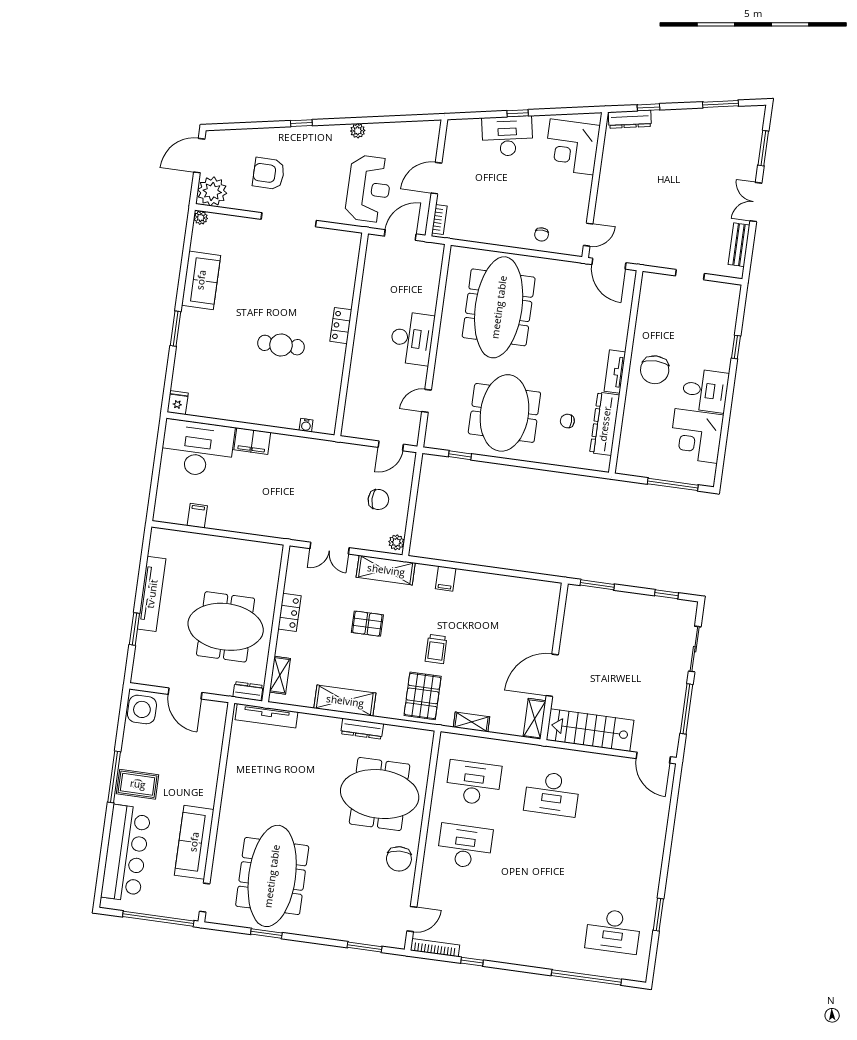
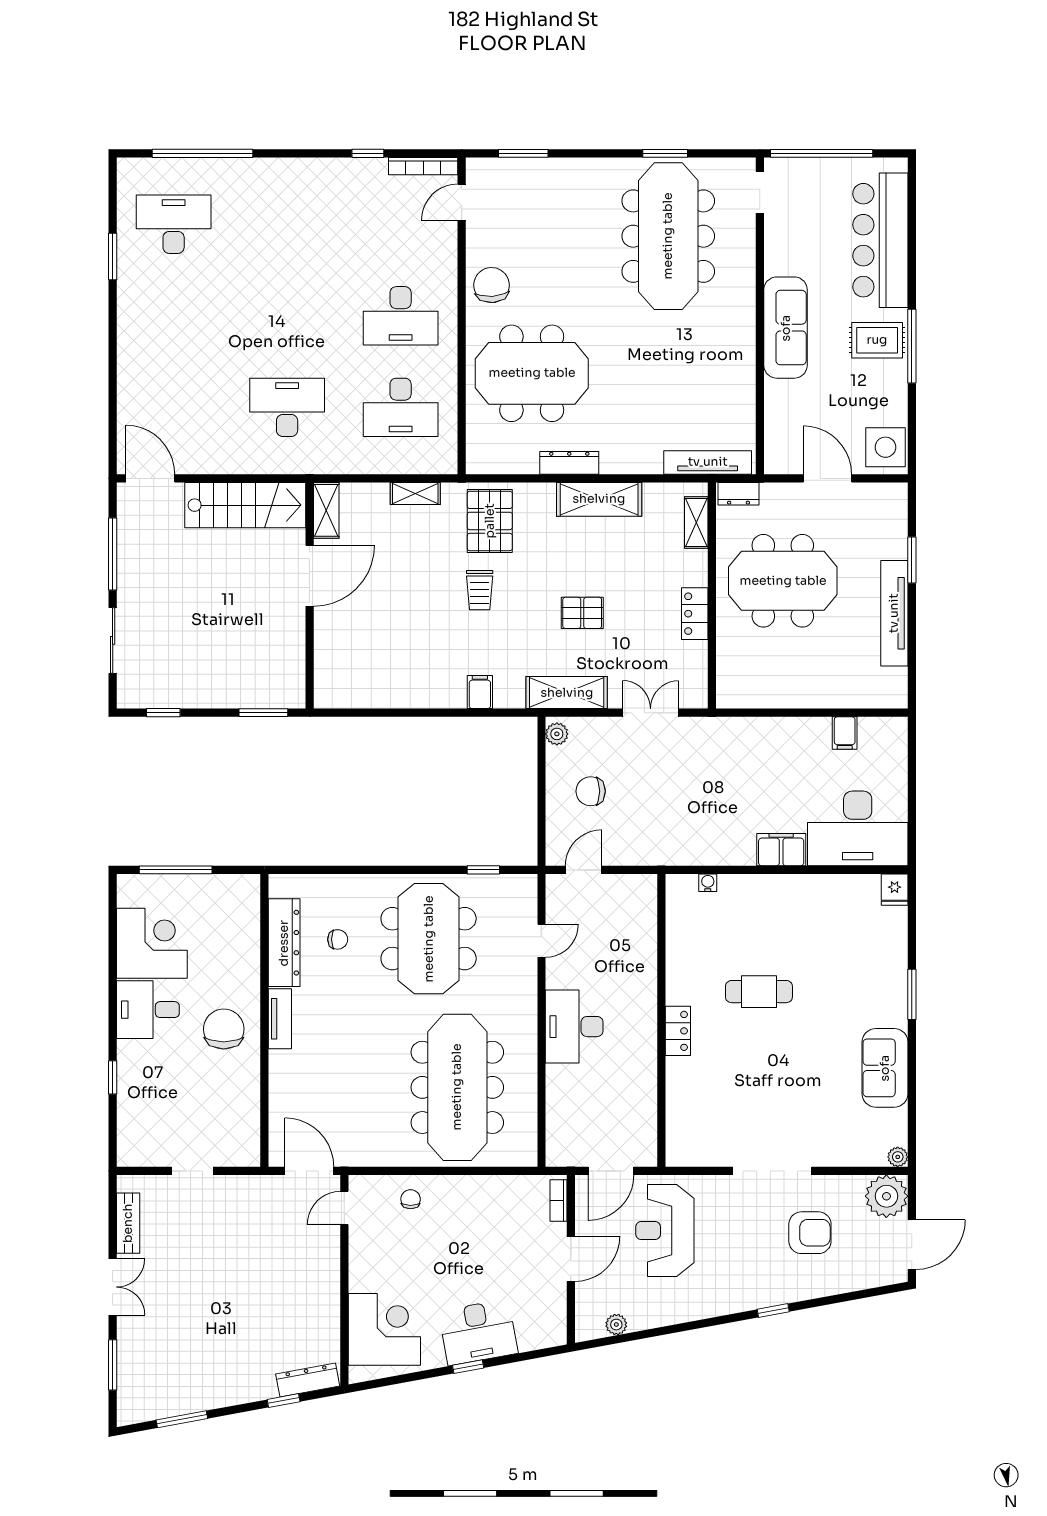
plant: (358, 131) -> (616, 1325), moved
trolley: (436, 649) -> (480, 590), turned 180
sofa: (194, 842) -> (786, 328), moved

